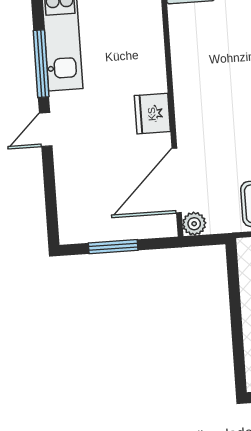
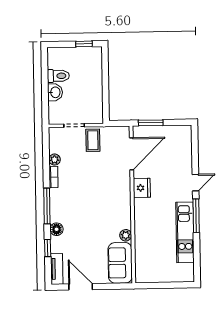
plant: (194, 224) -> (126, 235), moved
window: (113, 247) -> (151, 123), moved

